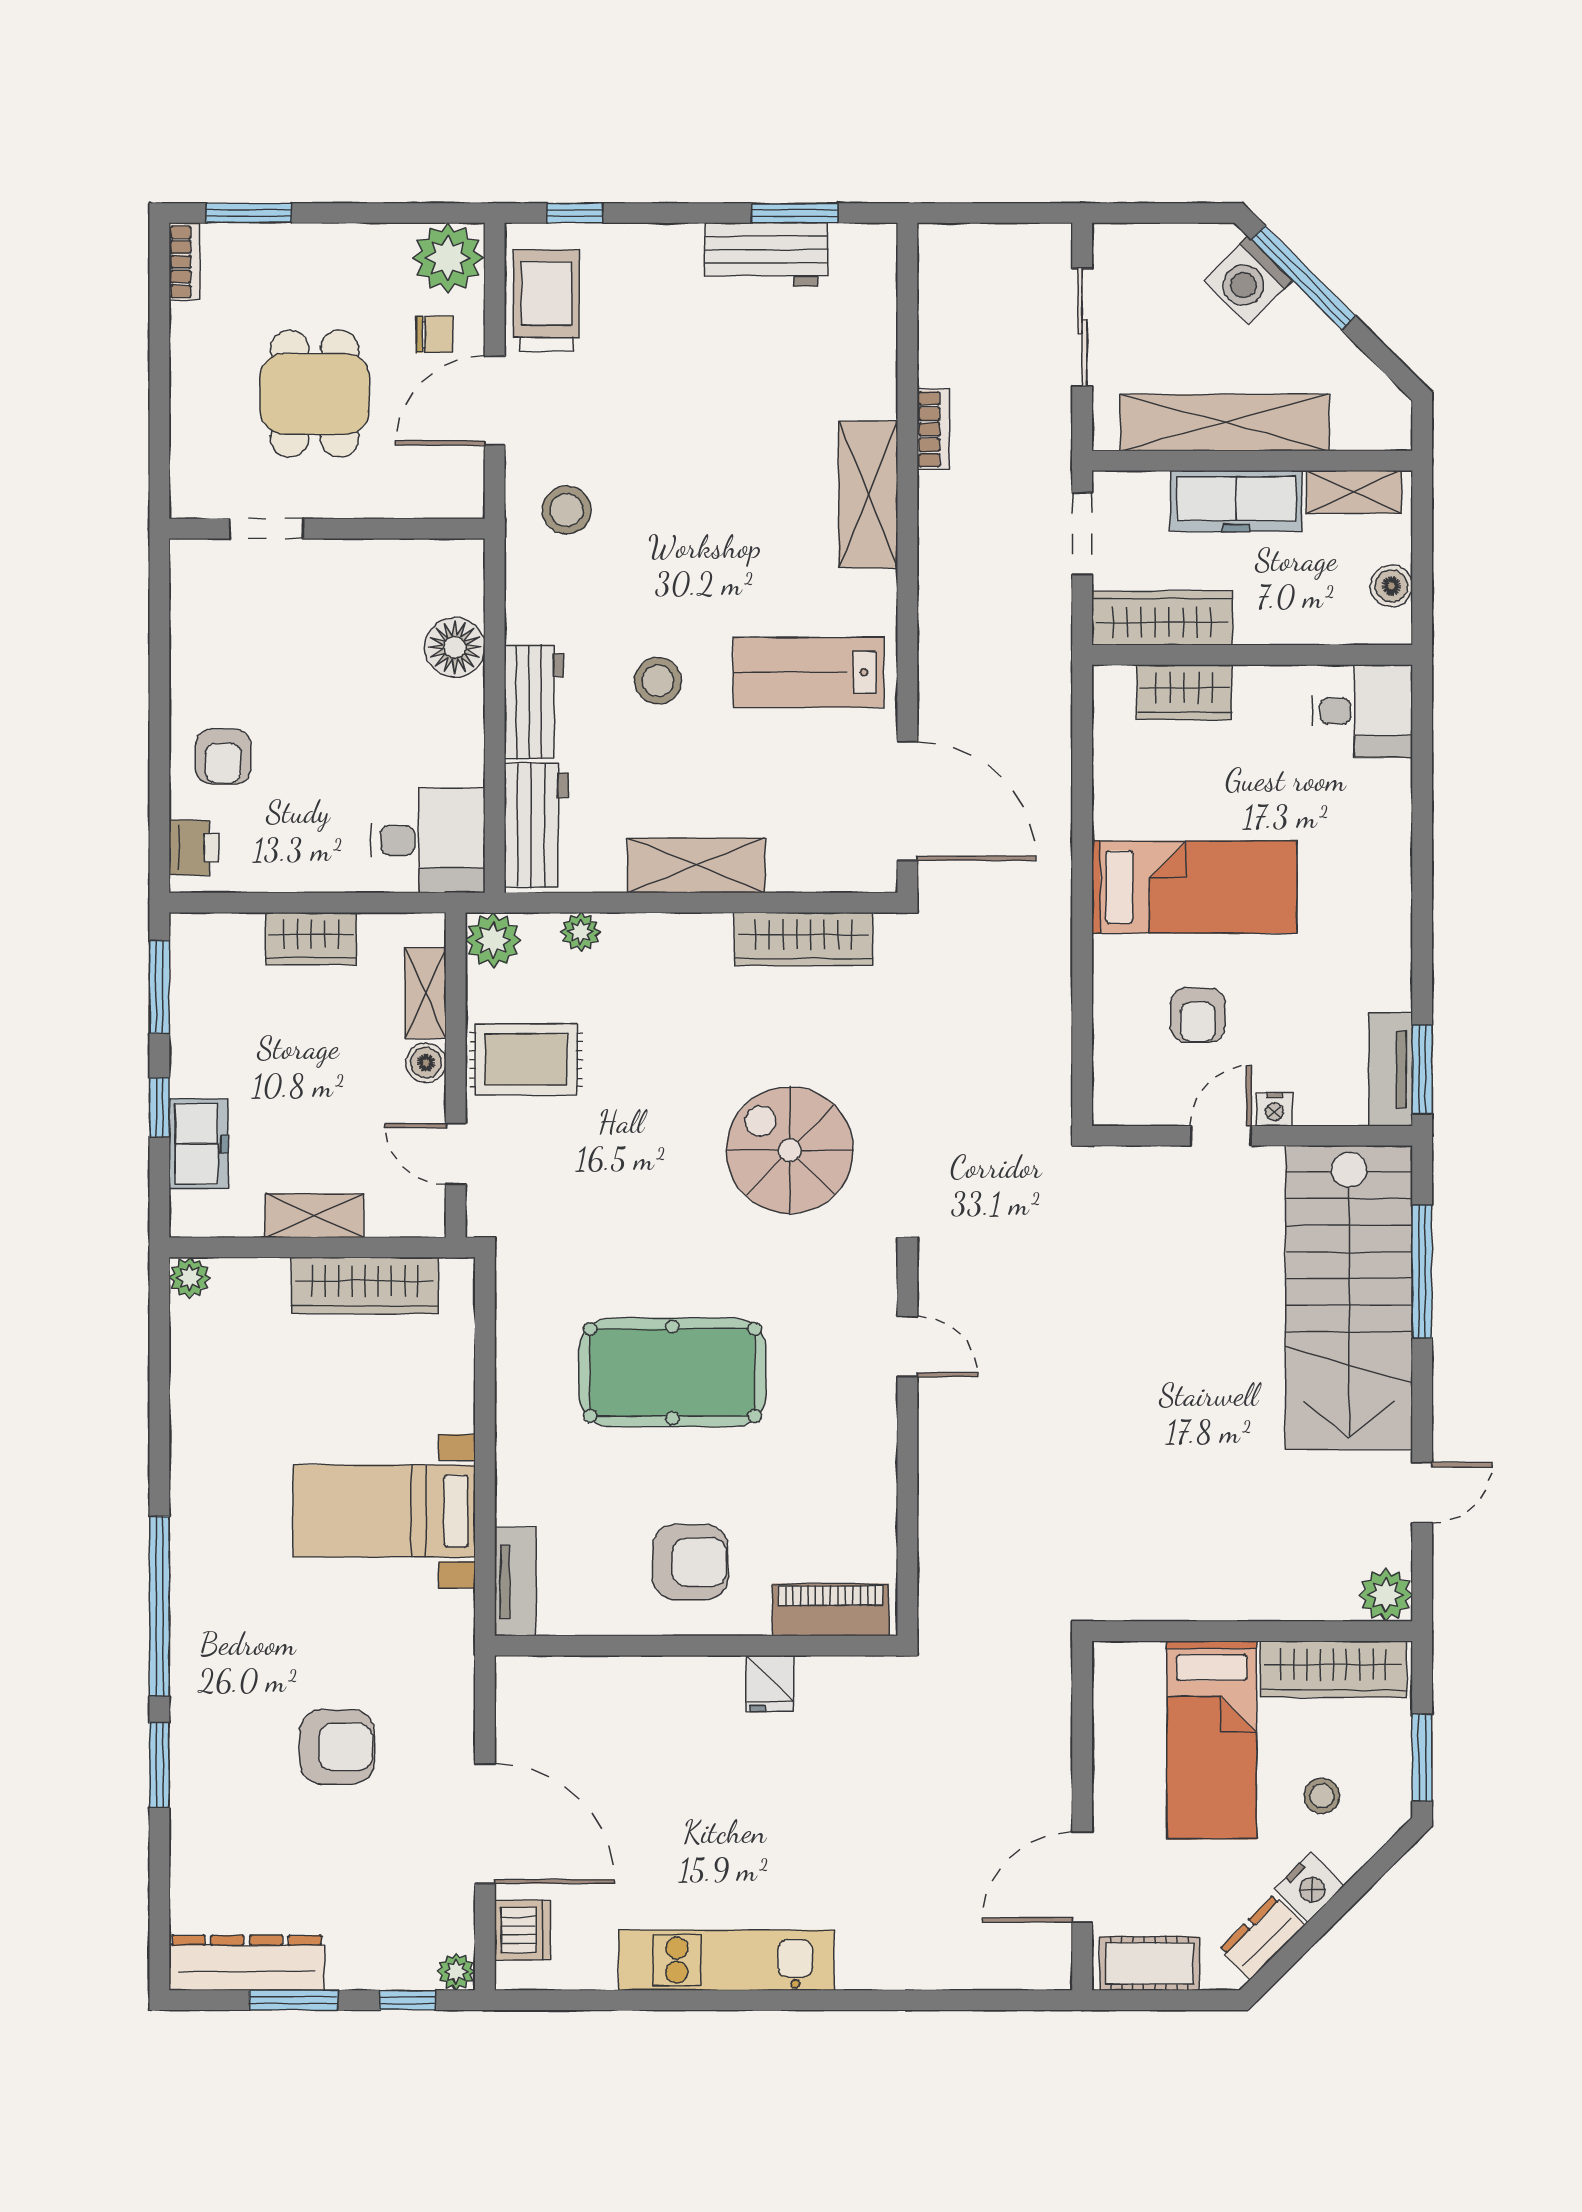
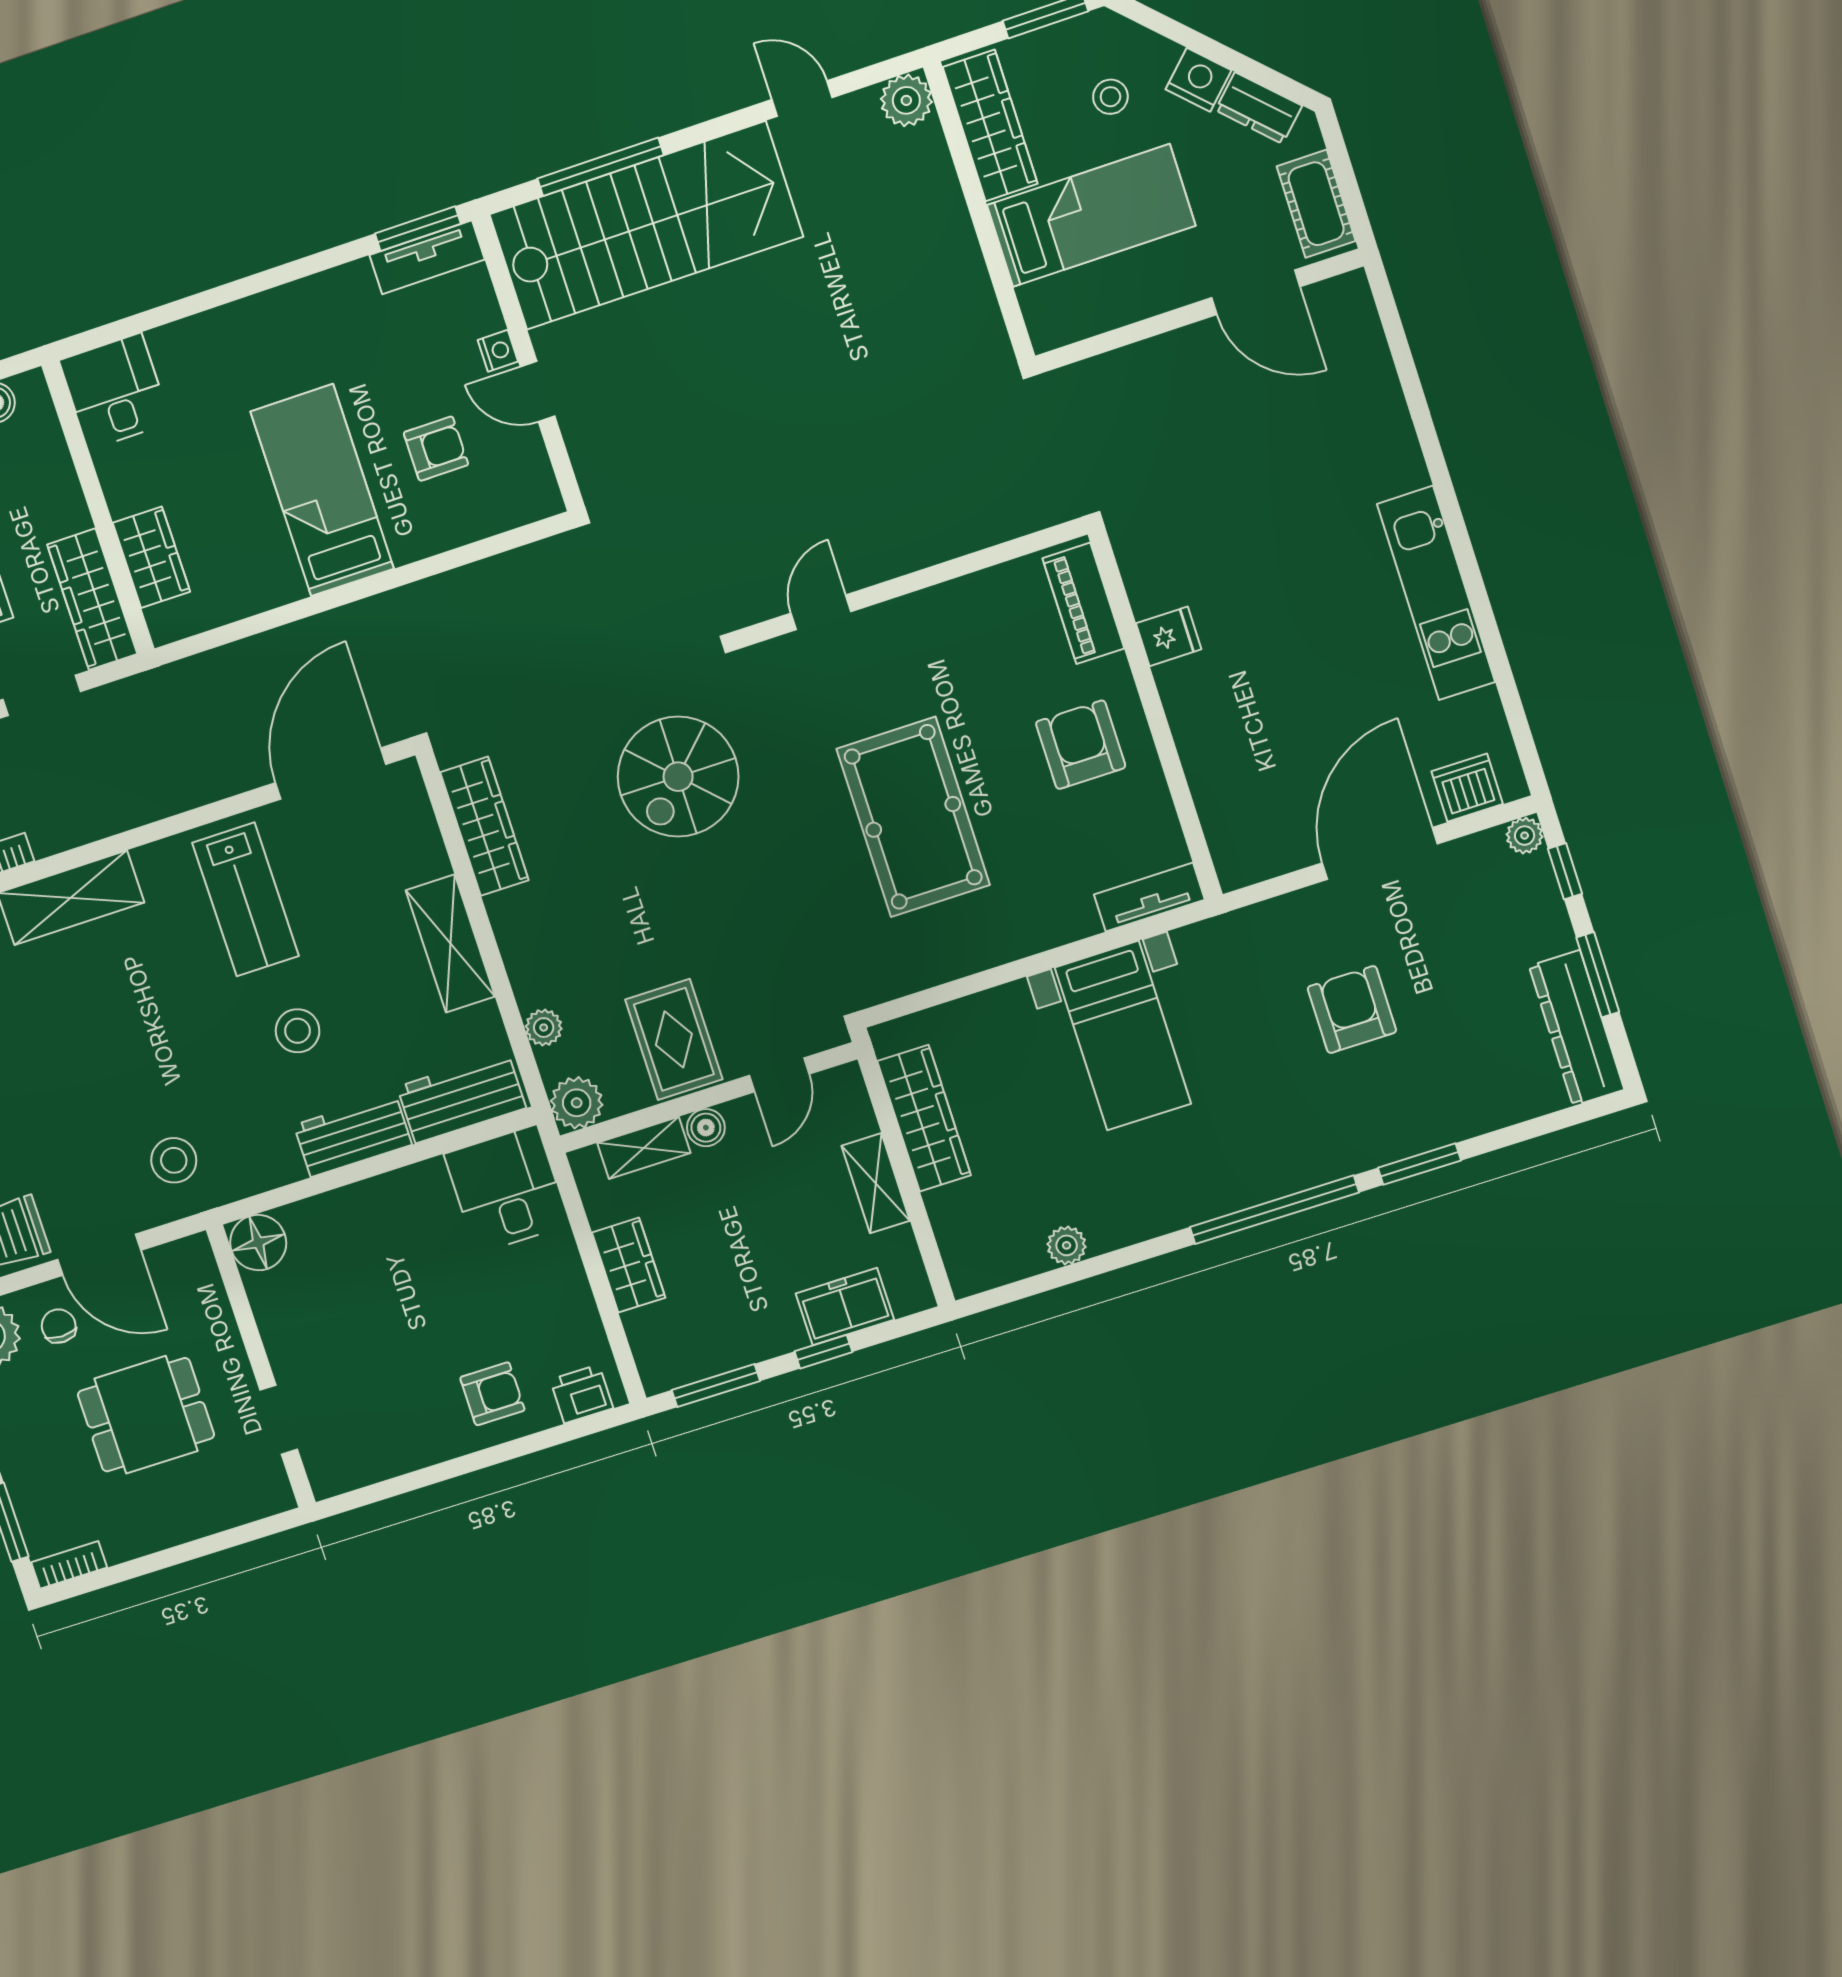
floor lamp: (455, 647) -> (258, 1243), moved
plant: (190, 1278) -> (1067, 1245), moved

